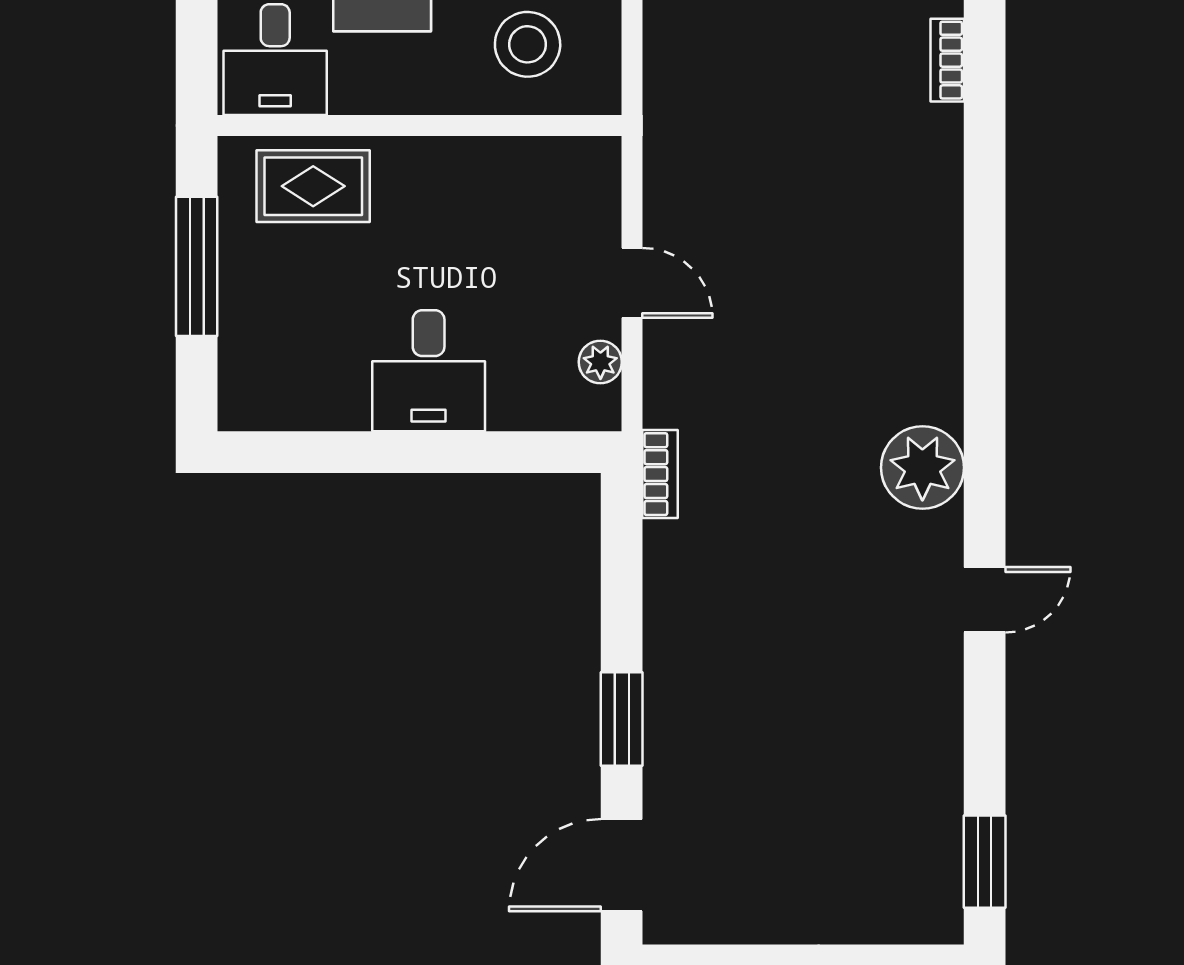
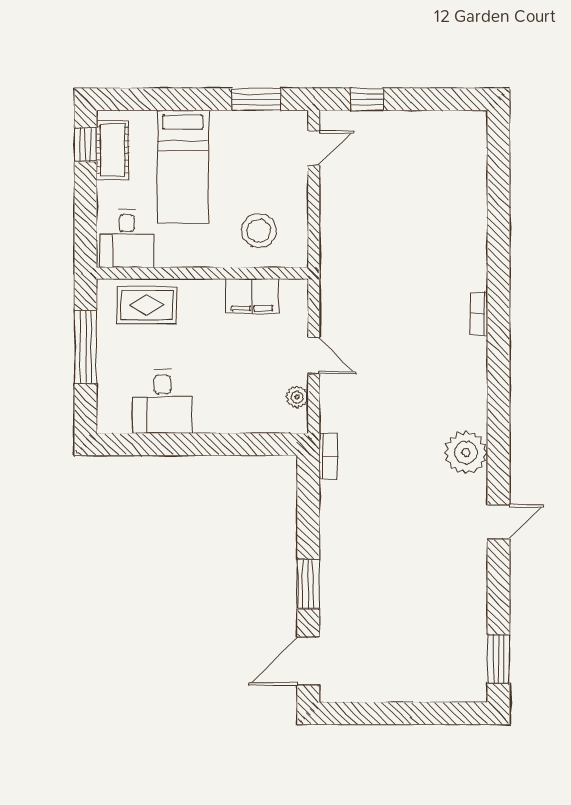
bookcase: (947, 60) -> (479, 314), moved
filing cabinet: (515, 169) -> (252, 296), added
desk: (429, 371) -> (162, 402), moved

